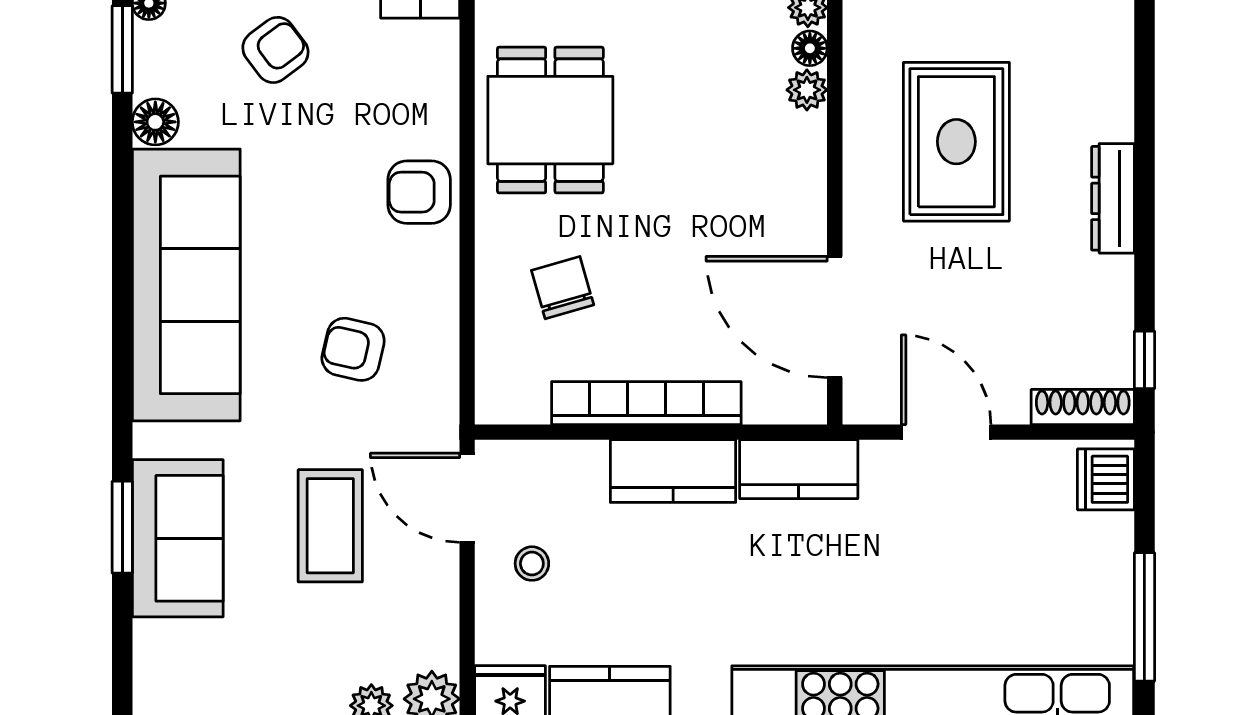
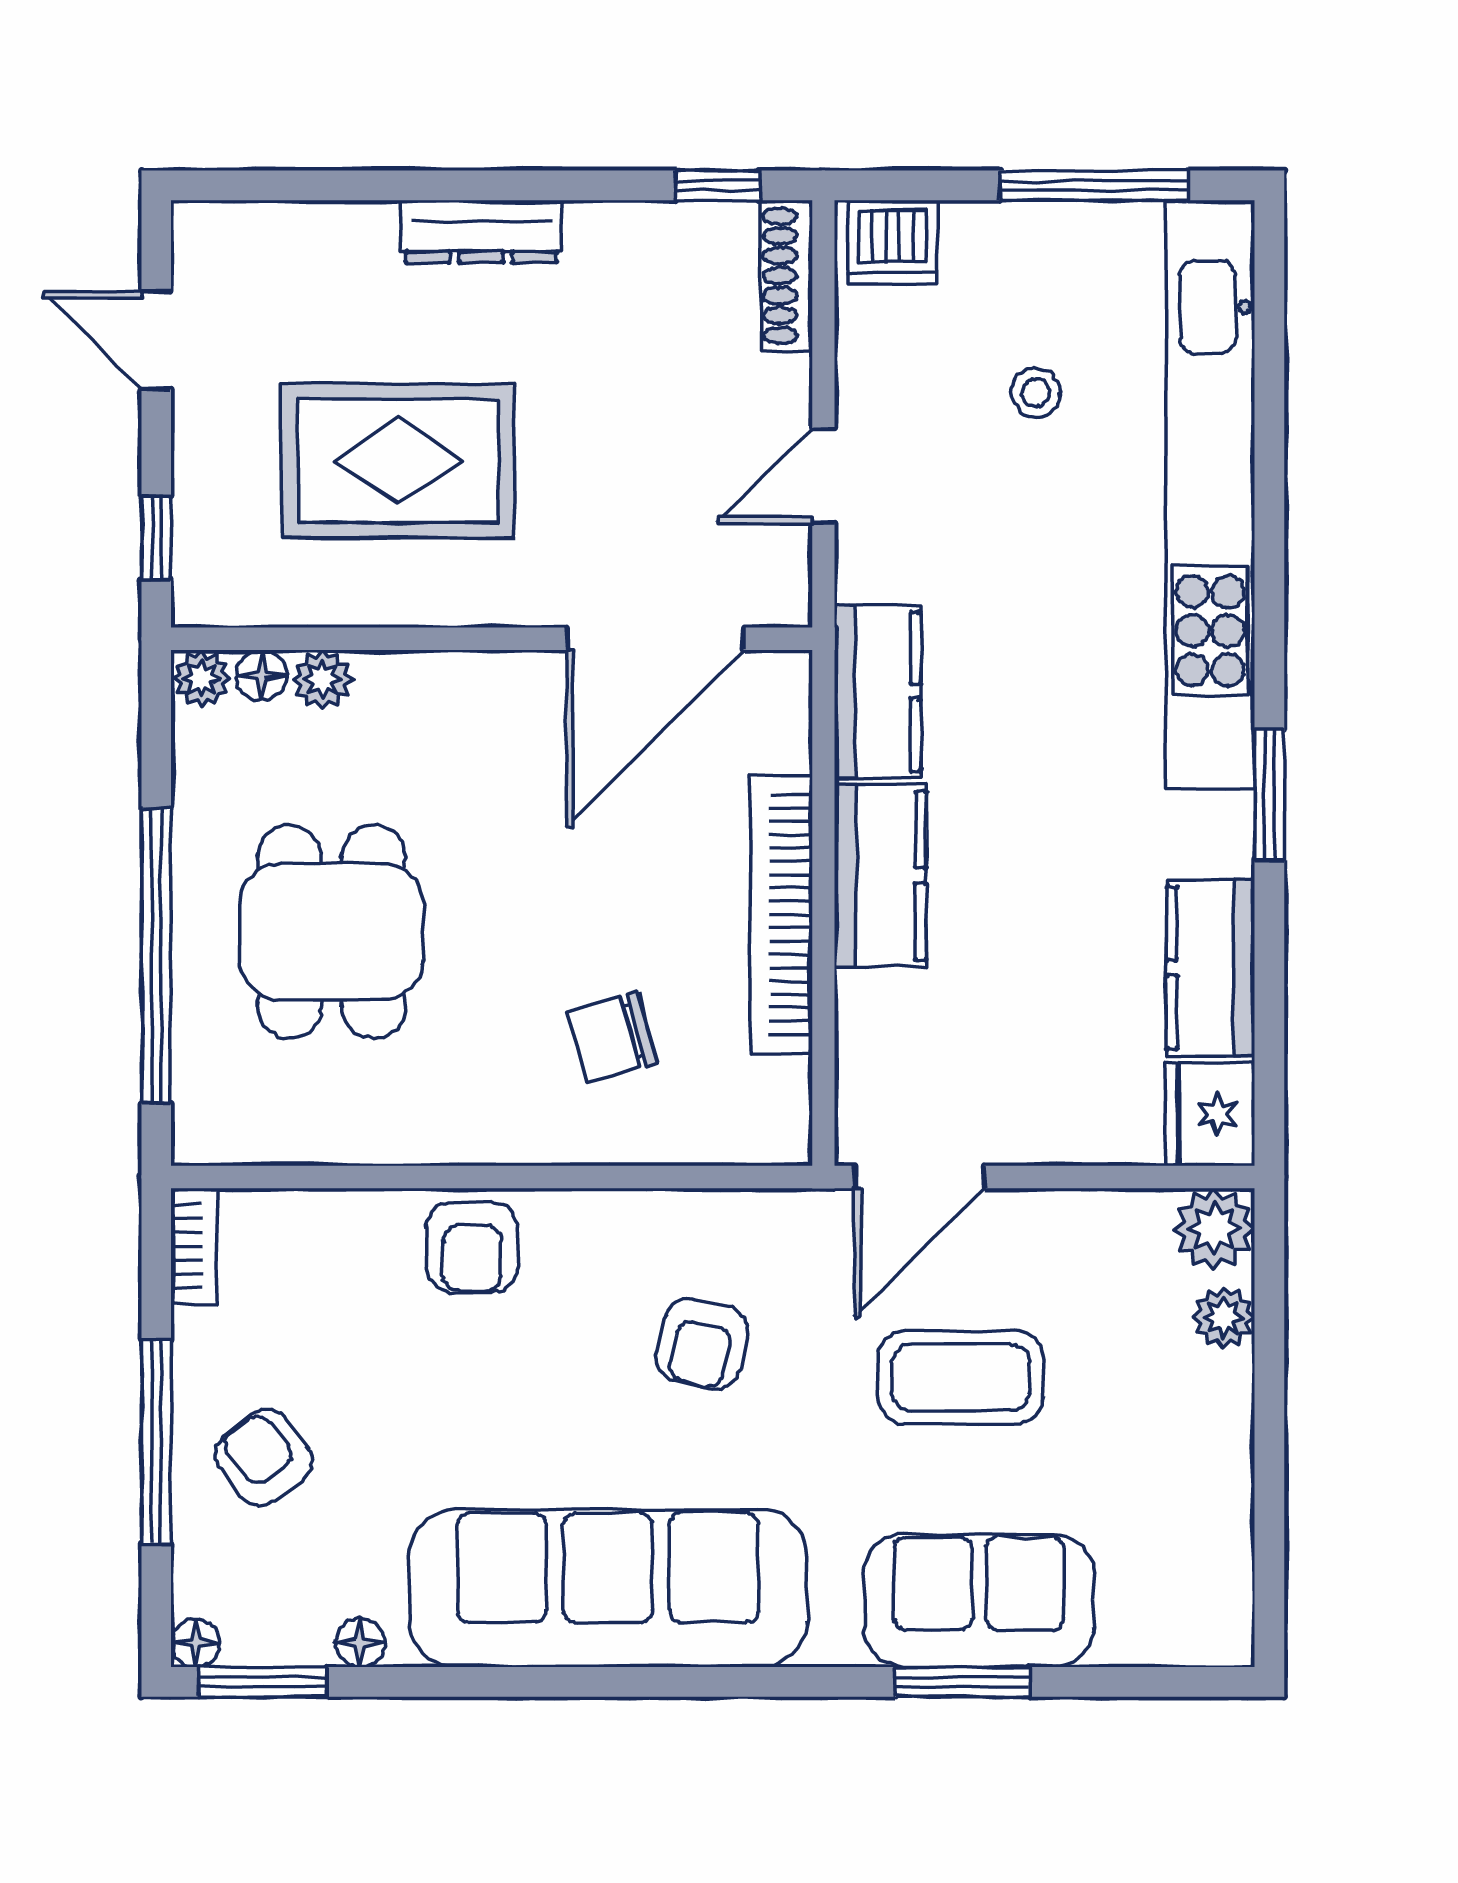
dining table: (550, 120) -> (332, 932), moved, turned 90
floor lamp: (155, 122) -> (360, 1643), width x0.73, depth x0.73
door: (946, 432) -> (823, 476), width x0.73
stool: (532, 564) -> (1036, 393), moved

